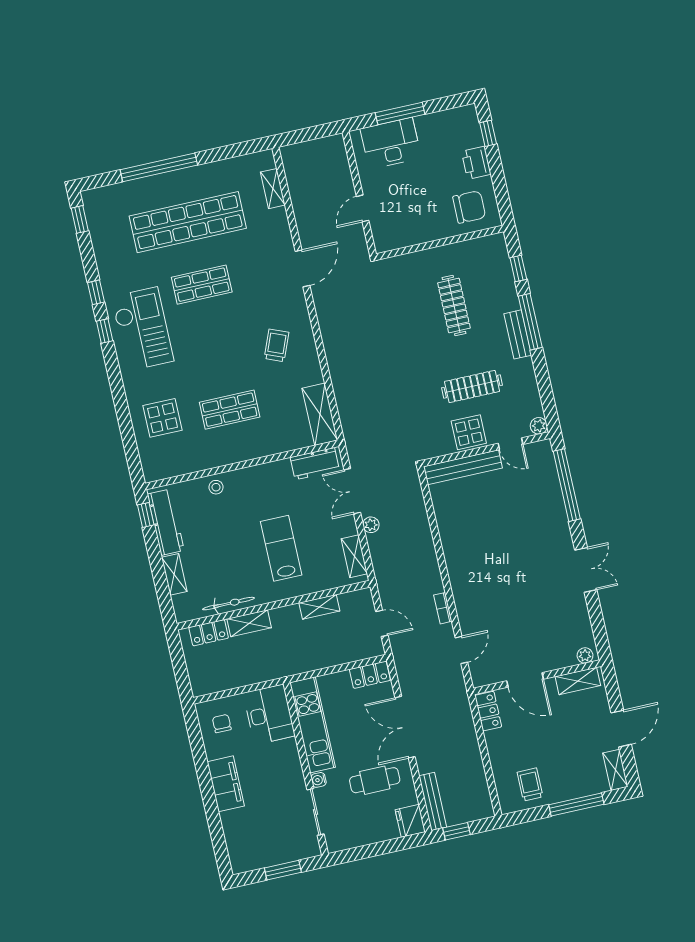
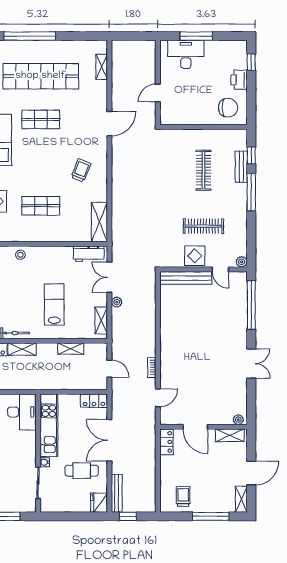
bench: (518, 334) -> (241, 167), moved

